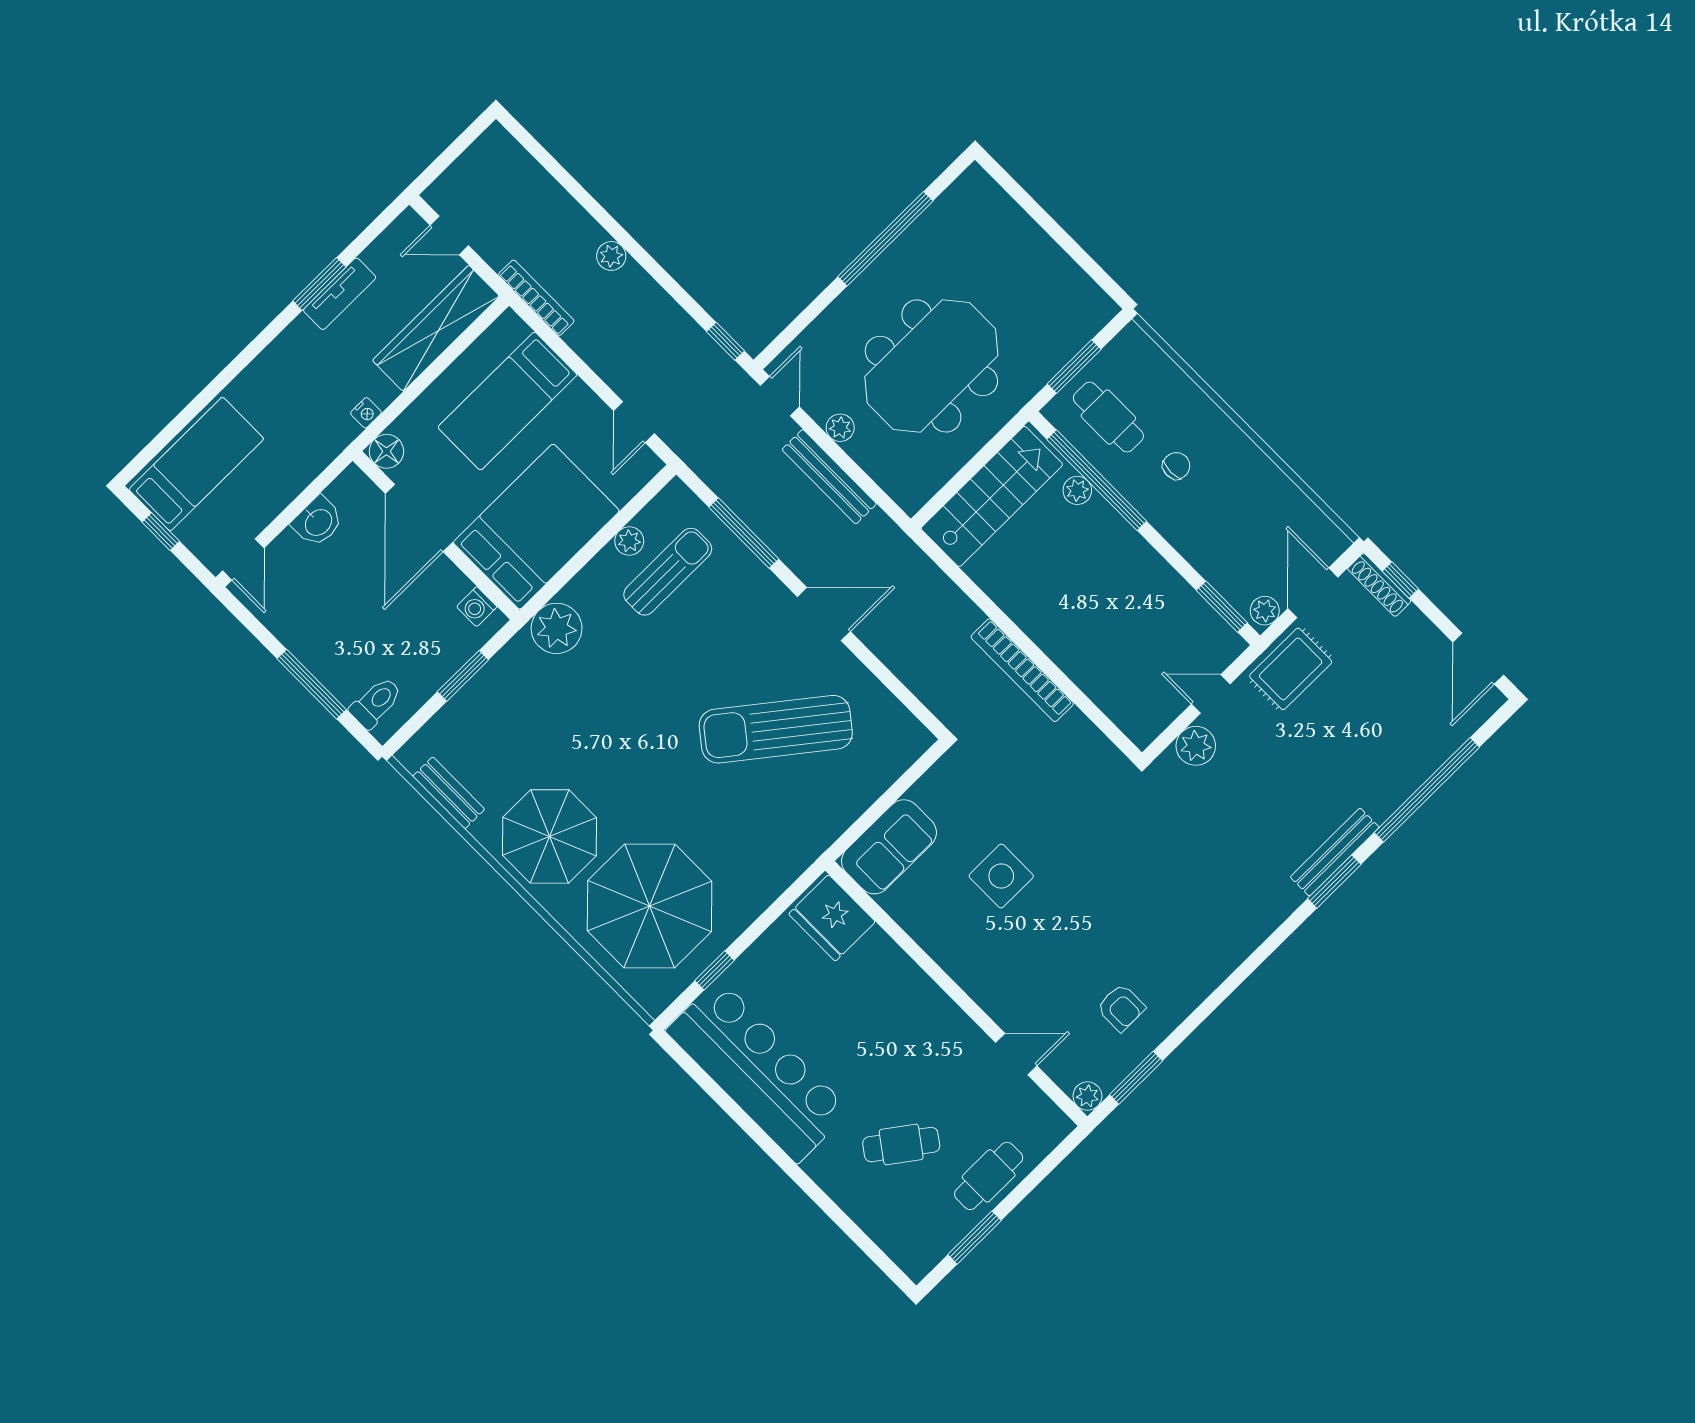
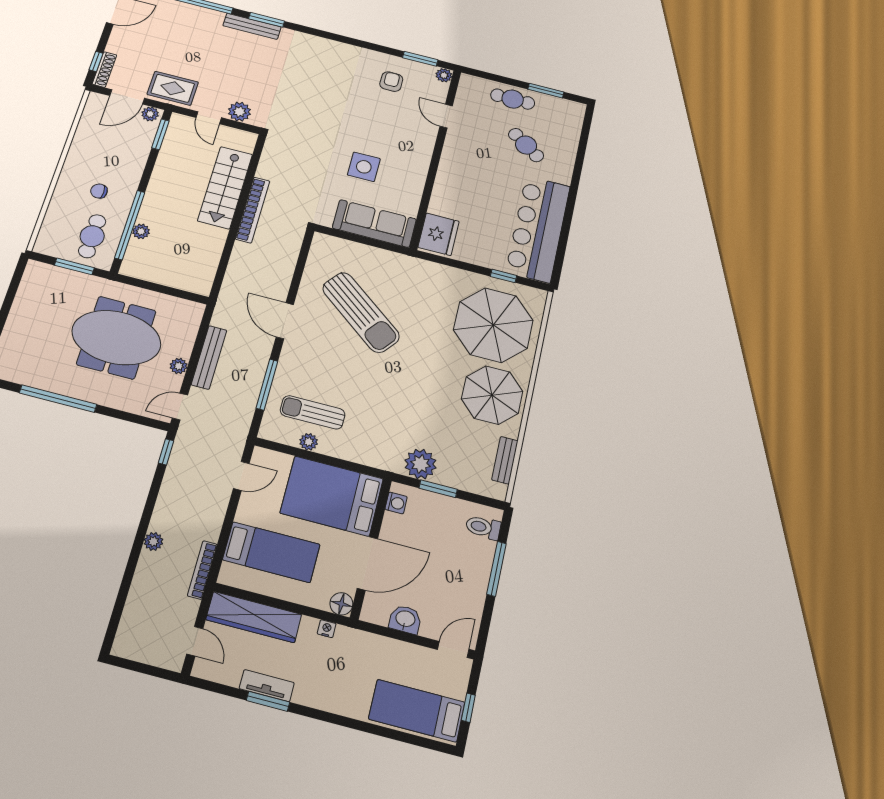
stairs: (992, 496) -> (225, 187), moved, turned -90
plant: (557, 628) -> (420, 464), moved
sofa: (889, 847) -> (374, 224), width x1.36

